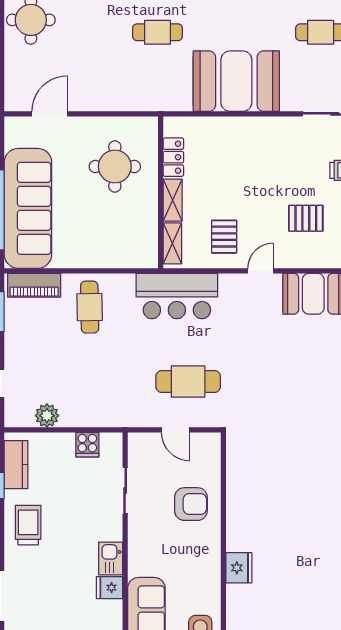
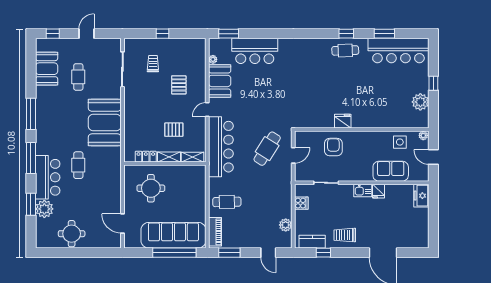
pallet: (224, 237) -> (174, 130), moved
door: (260, 271) -> (207, 109), hinge flipped
bar counter: (177, 296) -> (221, 147), width x1.36
cafe table: (188, 381) -> (267, 149), turned 32
fridge: (239, 568) -> (343, 121), moved

